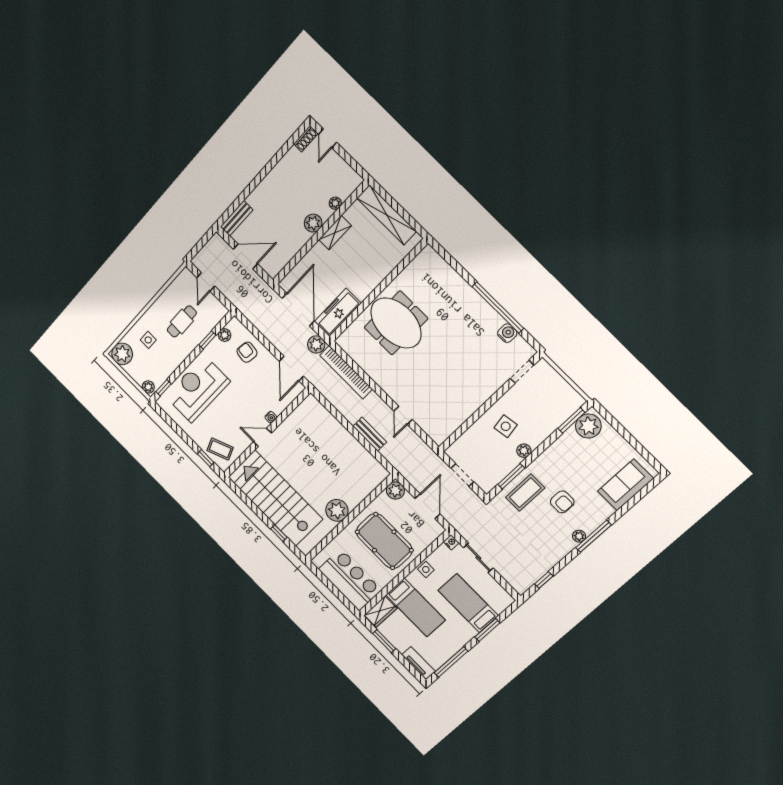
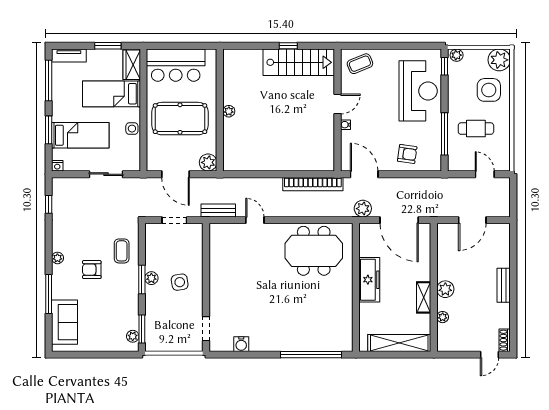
door: (328, 138) -> (490, 355), swing flipped
bench: (237, 218) -> (504, 285), moved
window: (498, 307) -> (311, 355), moved
freezer: (338, 312) -> (369, 280), moved
cafe table: (182, 321) -> (476, 129), turned 90
meeting table: (396, 323) -> (314, 251), moved
plant: (225, 335) -> (435, 150), removed
side table: (148, 340) -> (489, 90), width x1.87, depth x1.87
window: (207, 340) -> (445, 134), width x2.17
bookcase: (346, 372) -> (313, 184), moved, turned 180
plant: (588, 426) -> (133, 336), width x0.53, depth x0.53
bench: (370, 434) -> (218, 210), moved
window: (206, 458) -> (364, 46), removed
window: (511, 476) -> (142, 279), moved
coffee table: (525, 493) -> (122, 251), width x0.73, depth x0.77
stairs: (275, 498) -> (299, 62), width x0.73, depth x0.66
plant: (337, 510) -> (229, 111), width x0.53, depth x0.53
window: (279, 533) -> (288, 46), moved
window: (593, 536) -> (49, 294), moved
nightstand: (451, 542) -> (57, 166), moved

